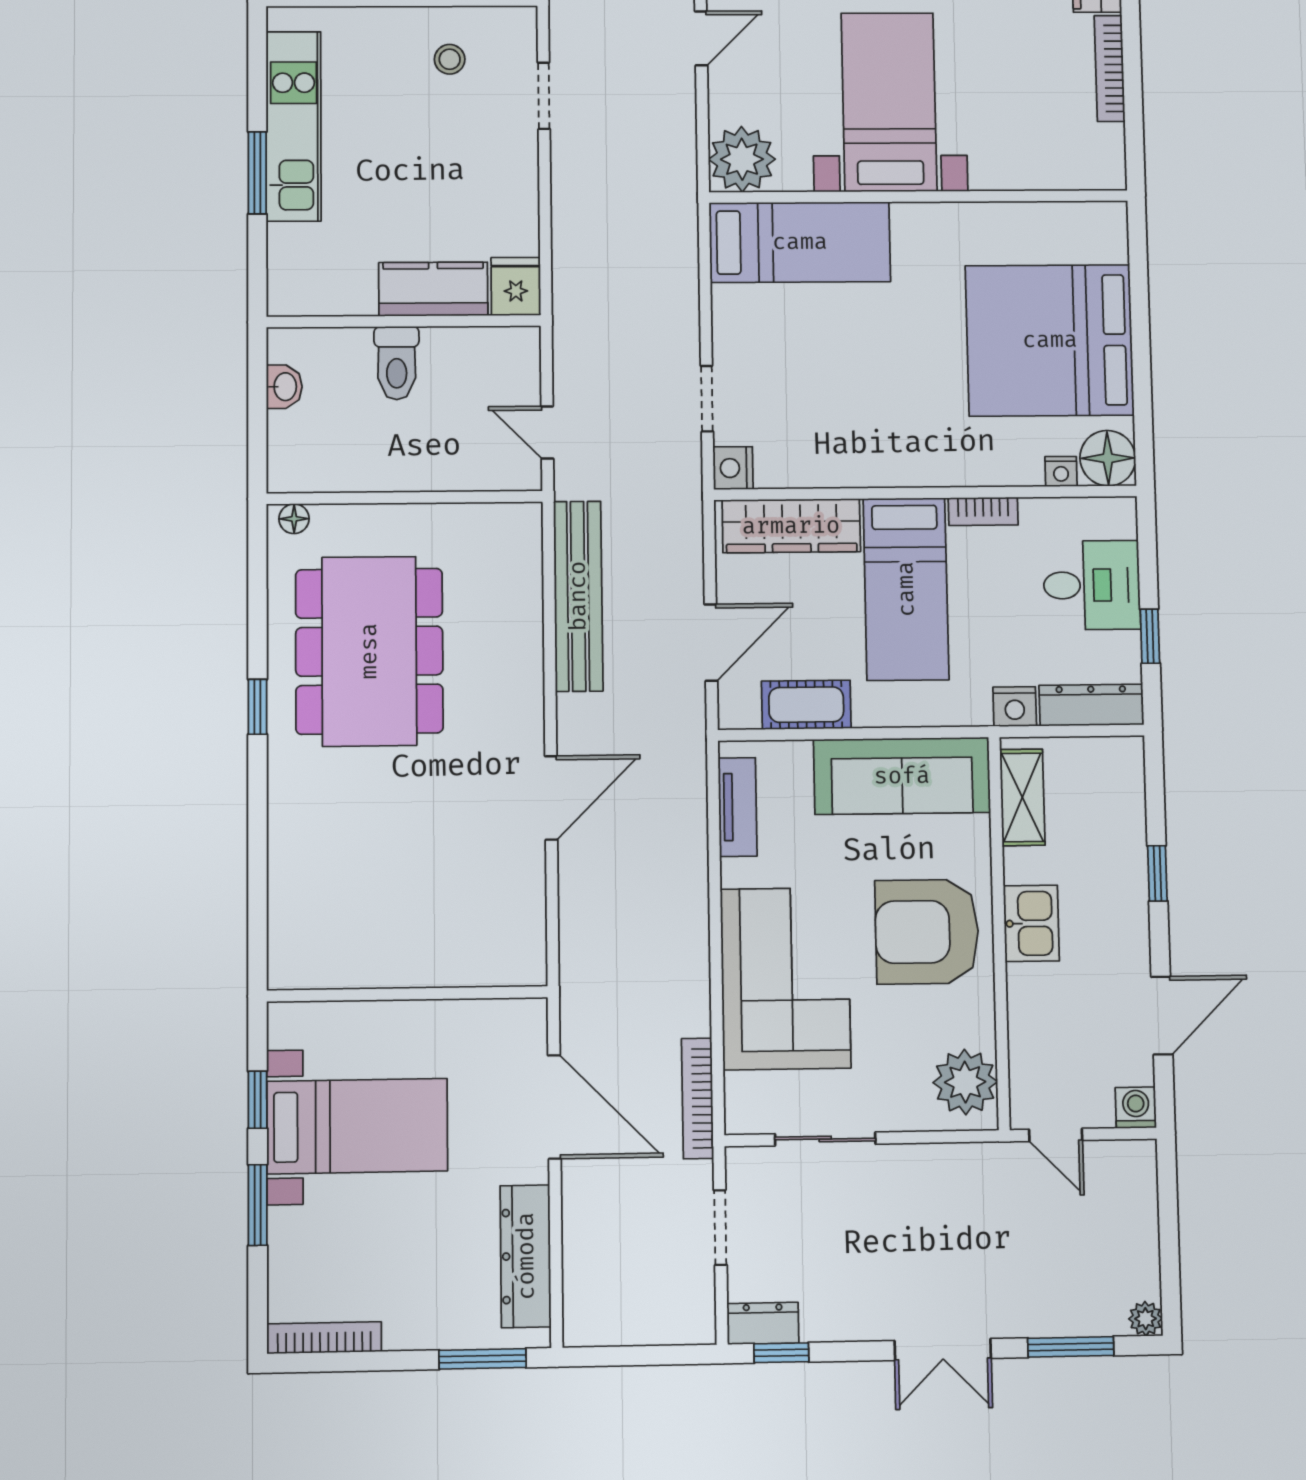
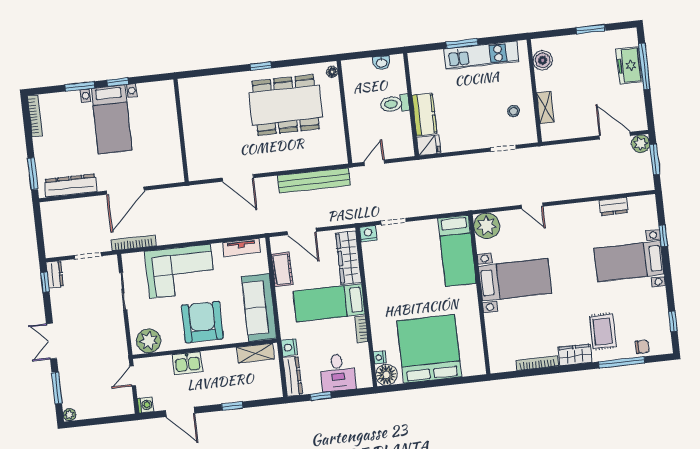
kitchen sink: (1031, 923) -> (187, 363), moved
wall: (407, 994) -> (181, 130), moved

